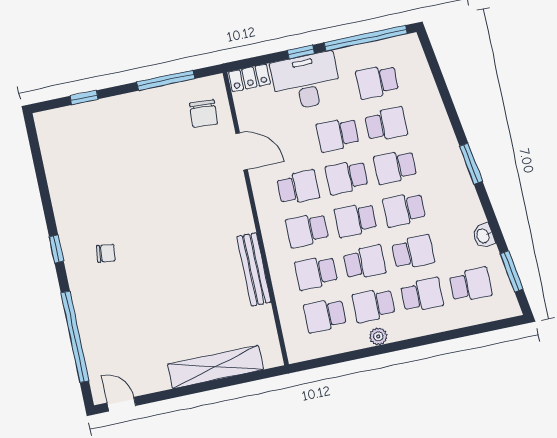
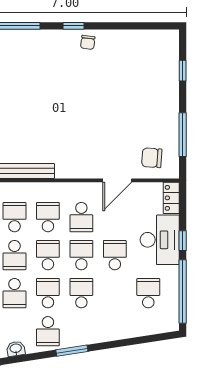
school desk: (386, 124) -> (48, 331), moved
chair: (106, 253) -> (88, 42), moved

